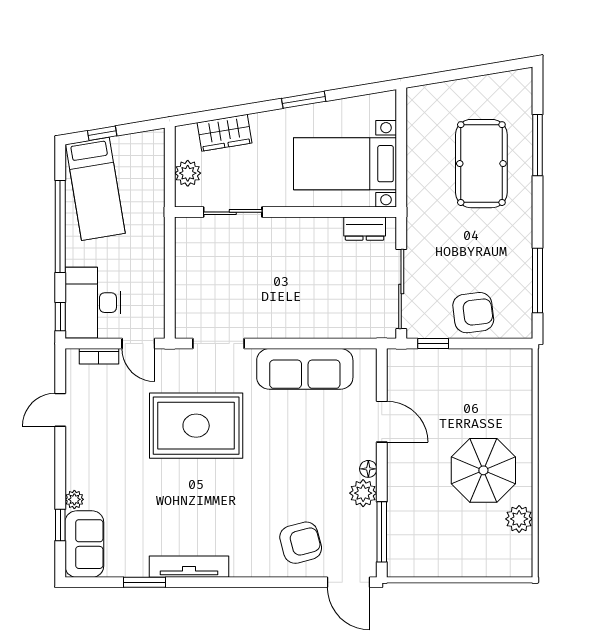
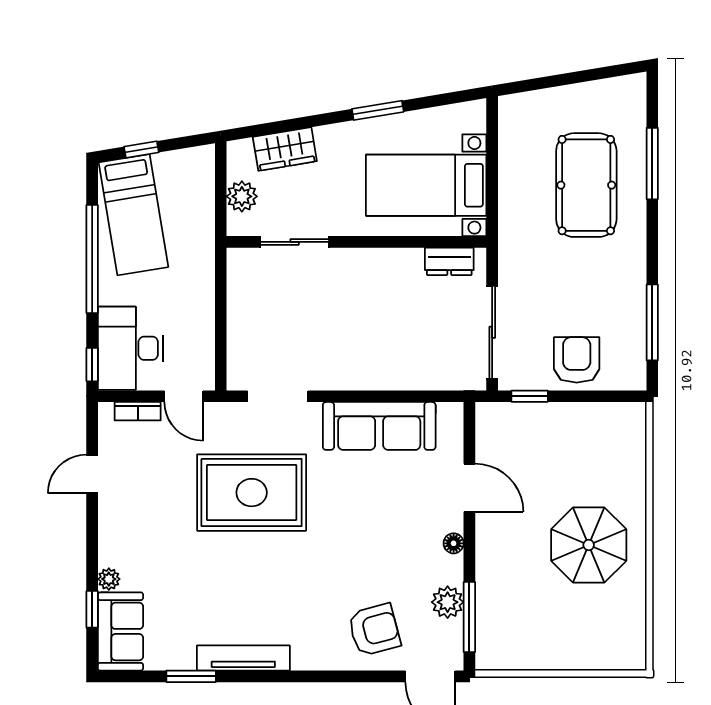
armchair: (473, 313) -> (577, 360), turned -83
plant: (363, 493) -> (448, 602), moved
plant: (519, 519) -> (630, 602), removed

